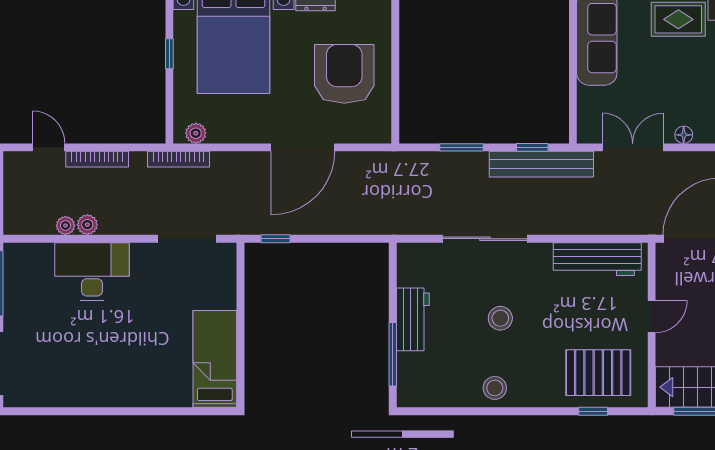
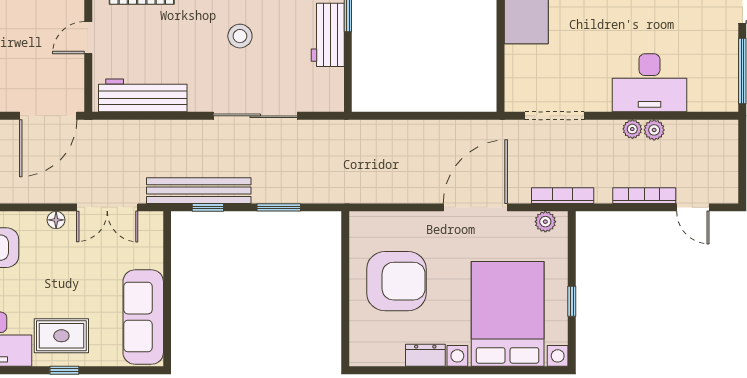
armchair: (344, 74) -> (396, 281), turned -90
door: (303, 147) -> (475, 207), moved
plant: (65, 225) -> (632, 129), moved
window: (276, 239) -> (465, 116), removed

